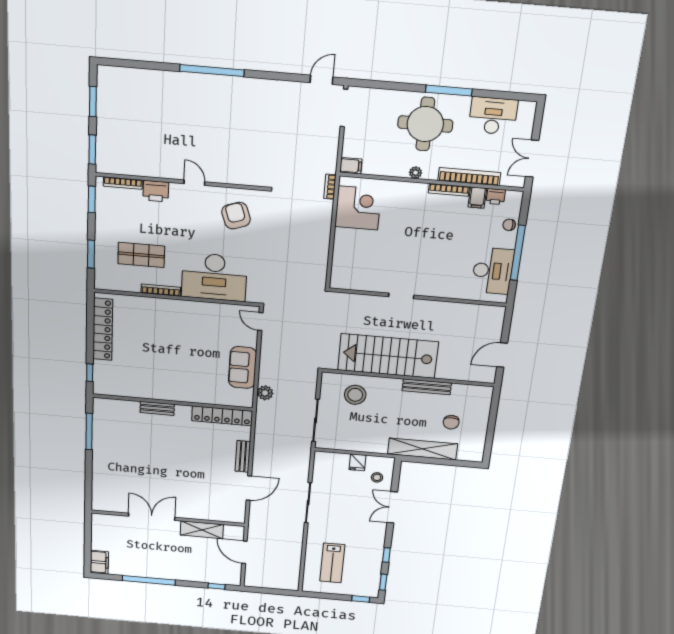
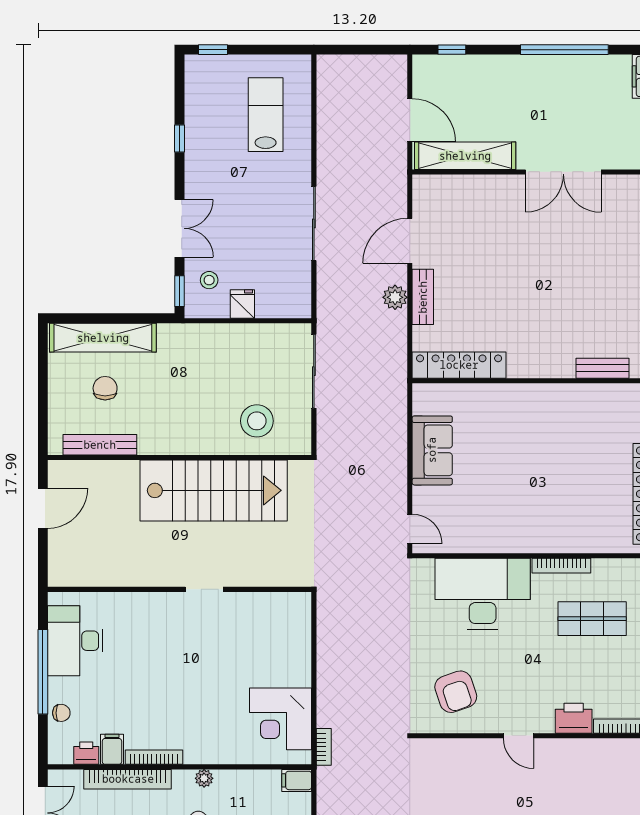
bench: (427, 387) -> (100, 445), moved
plant: (265, 393) -> (395, 297), moved
bench: (157, 408) -> (603, 368), moved
shelving: (423, 449) -> (103, 338), moved
shelving: (202, 530) -> (465, 156), width x1.47
window: (383, 582) -> (180, 291), moved

